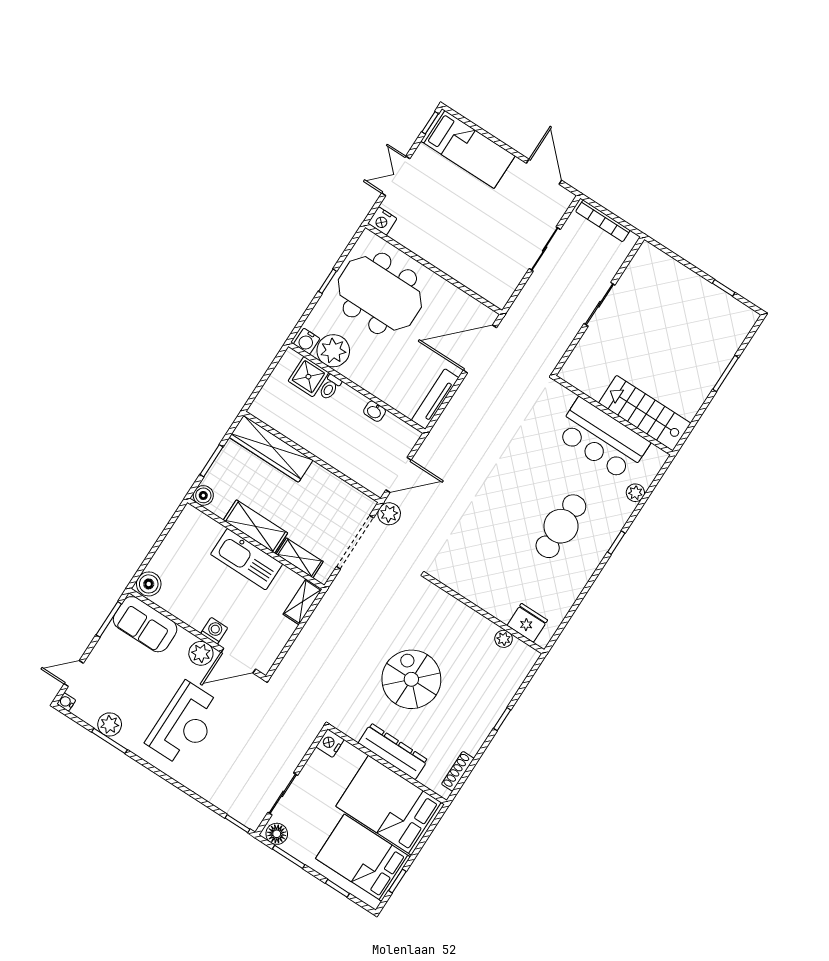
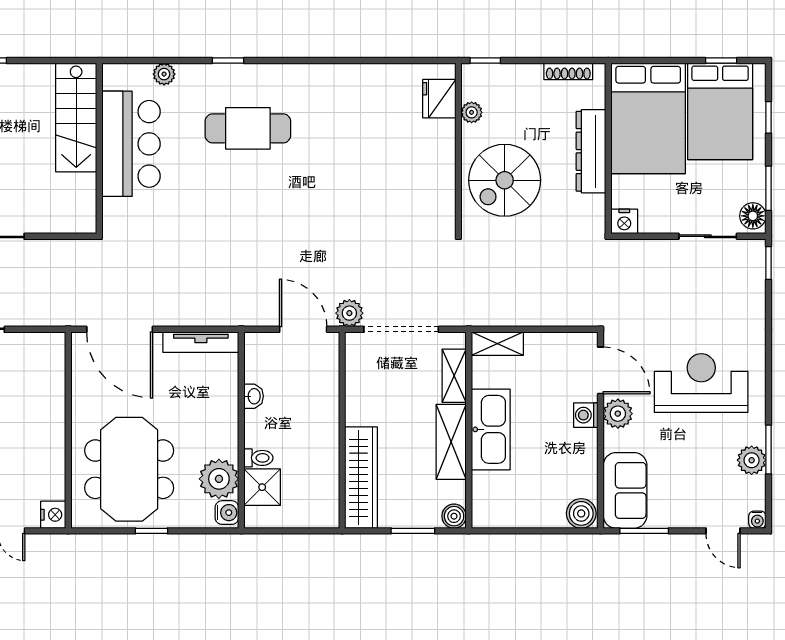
wall: (485, 614) -> (458, 148), moved
fridge: (527, 623) -> (439, 99), moved
plant: (504, 639) -> (472, 112), moved

